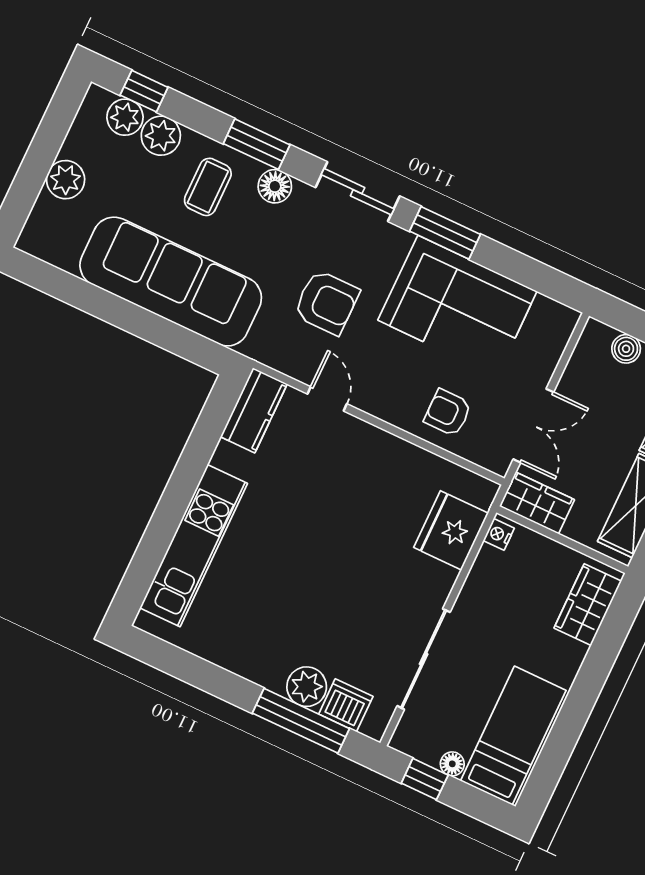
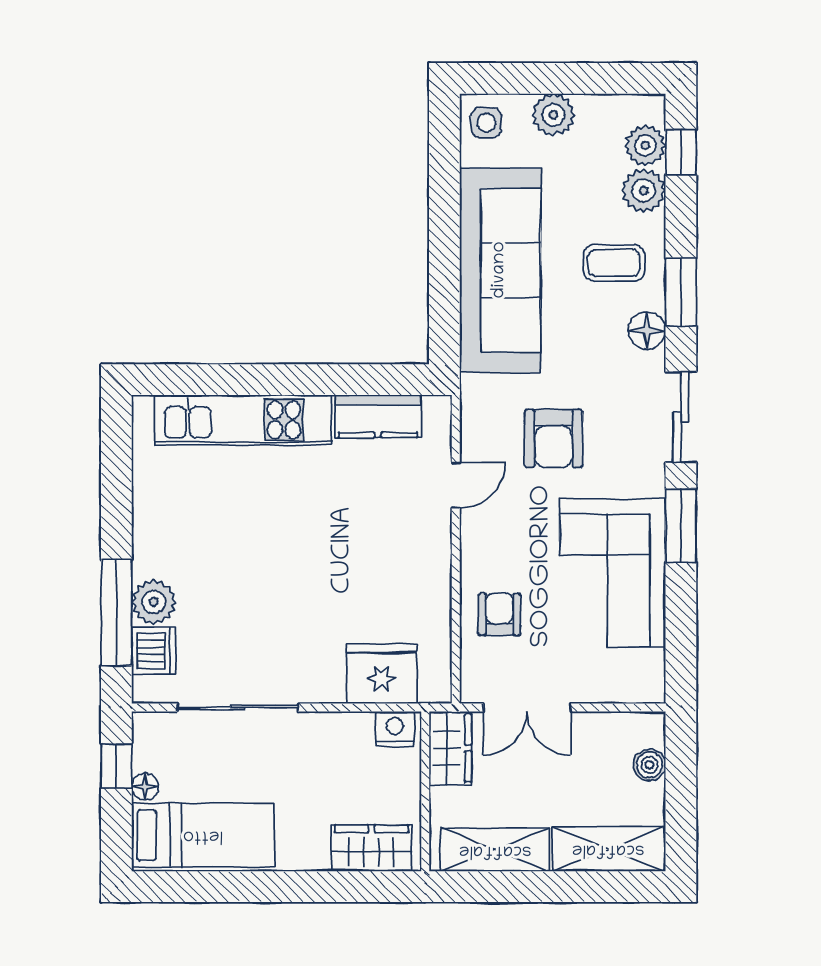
side table: (46, 237) -> (486, 123), added
kitchen counter: (254, 410) -> (378, 416), moved
nightstand: (499, 534) -> (395, 729), width x1.39, depth x1.35

